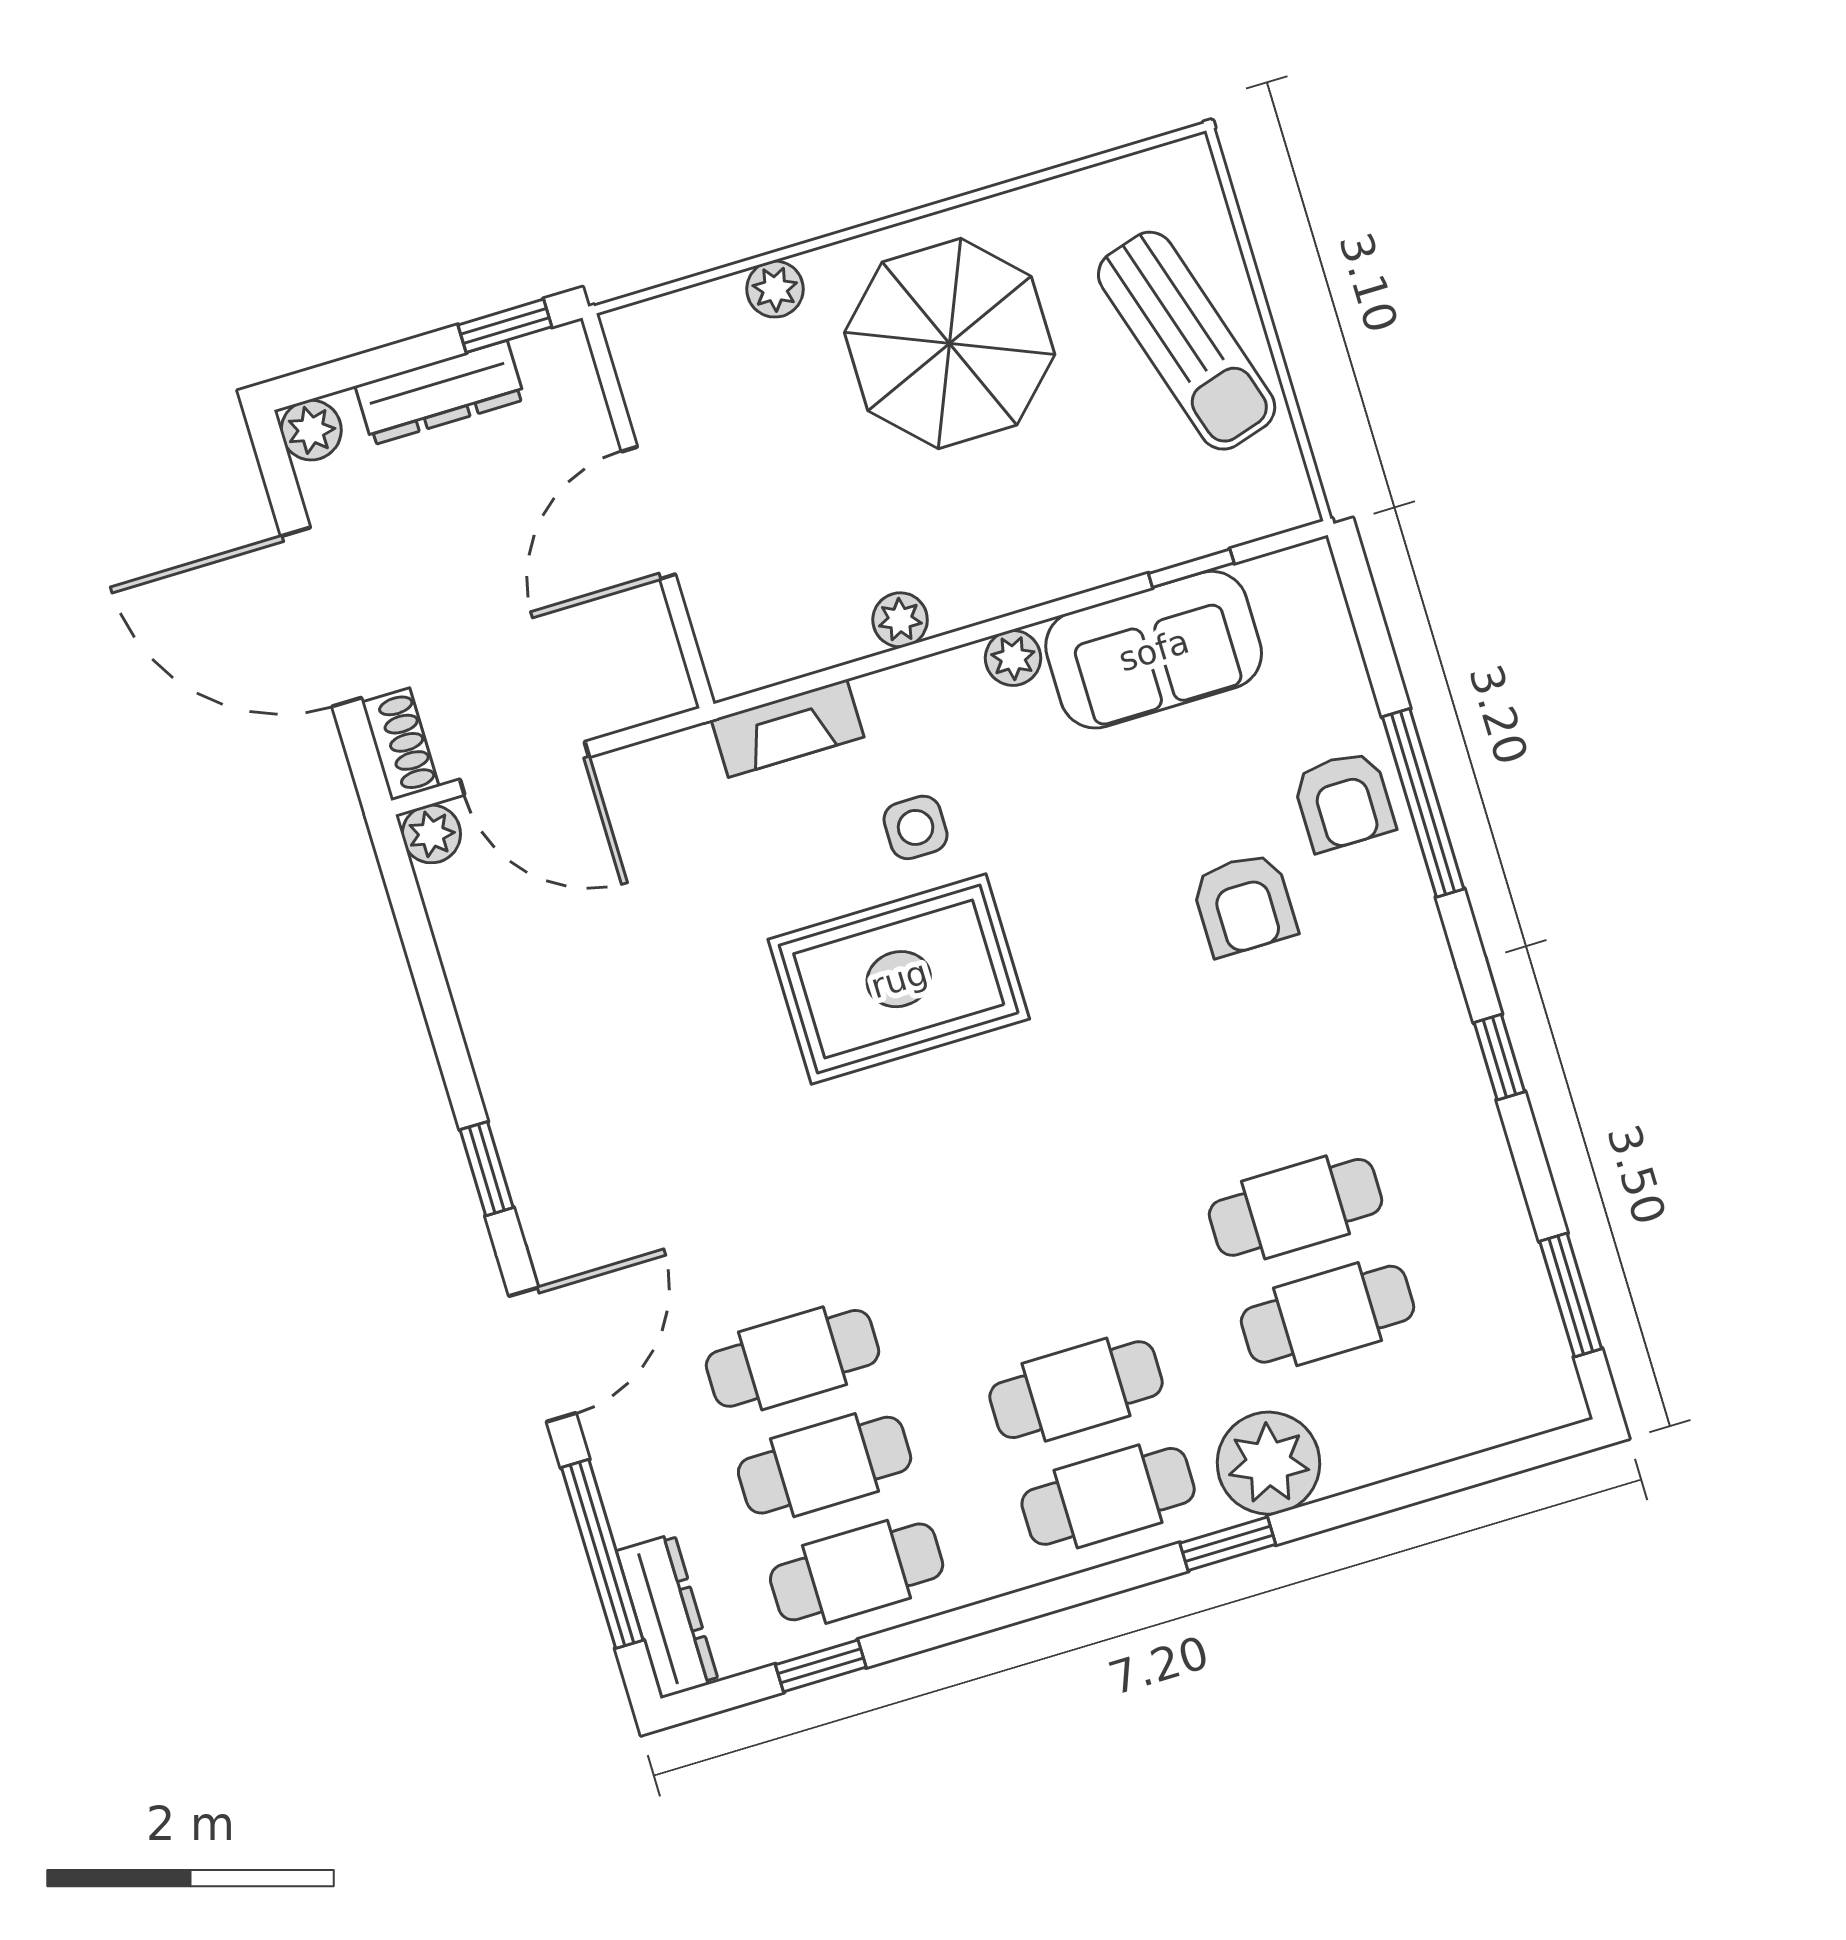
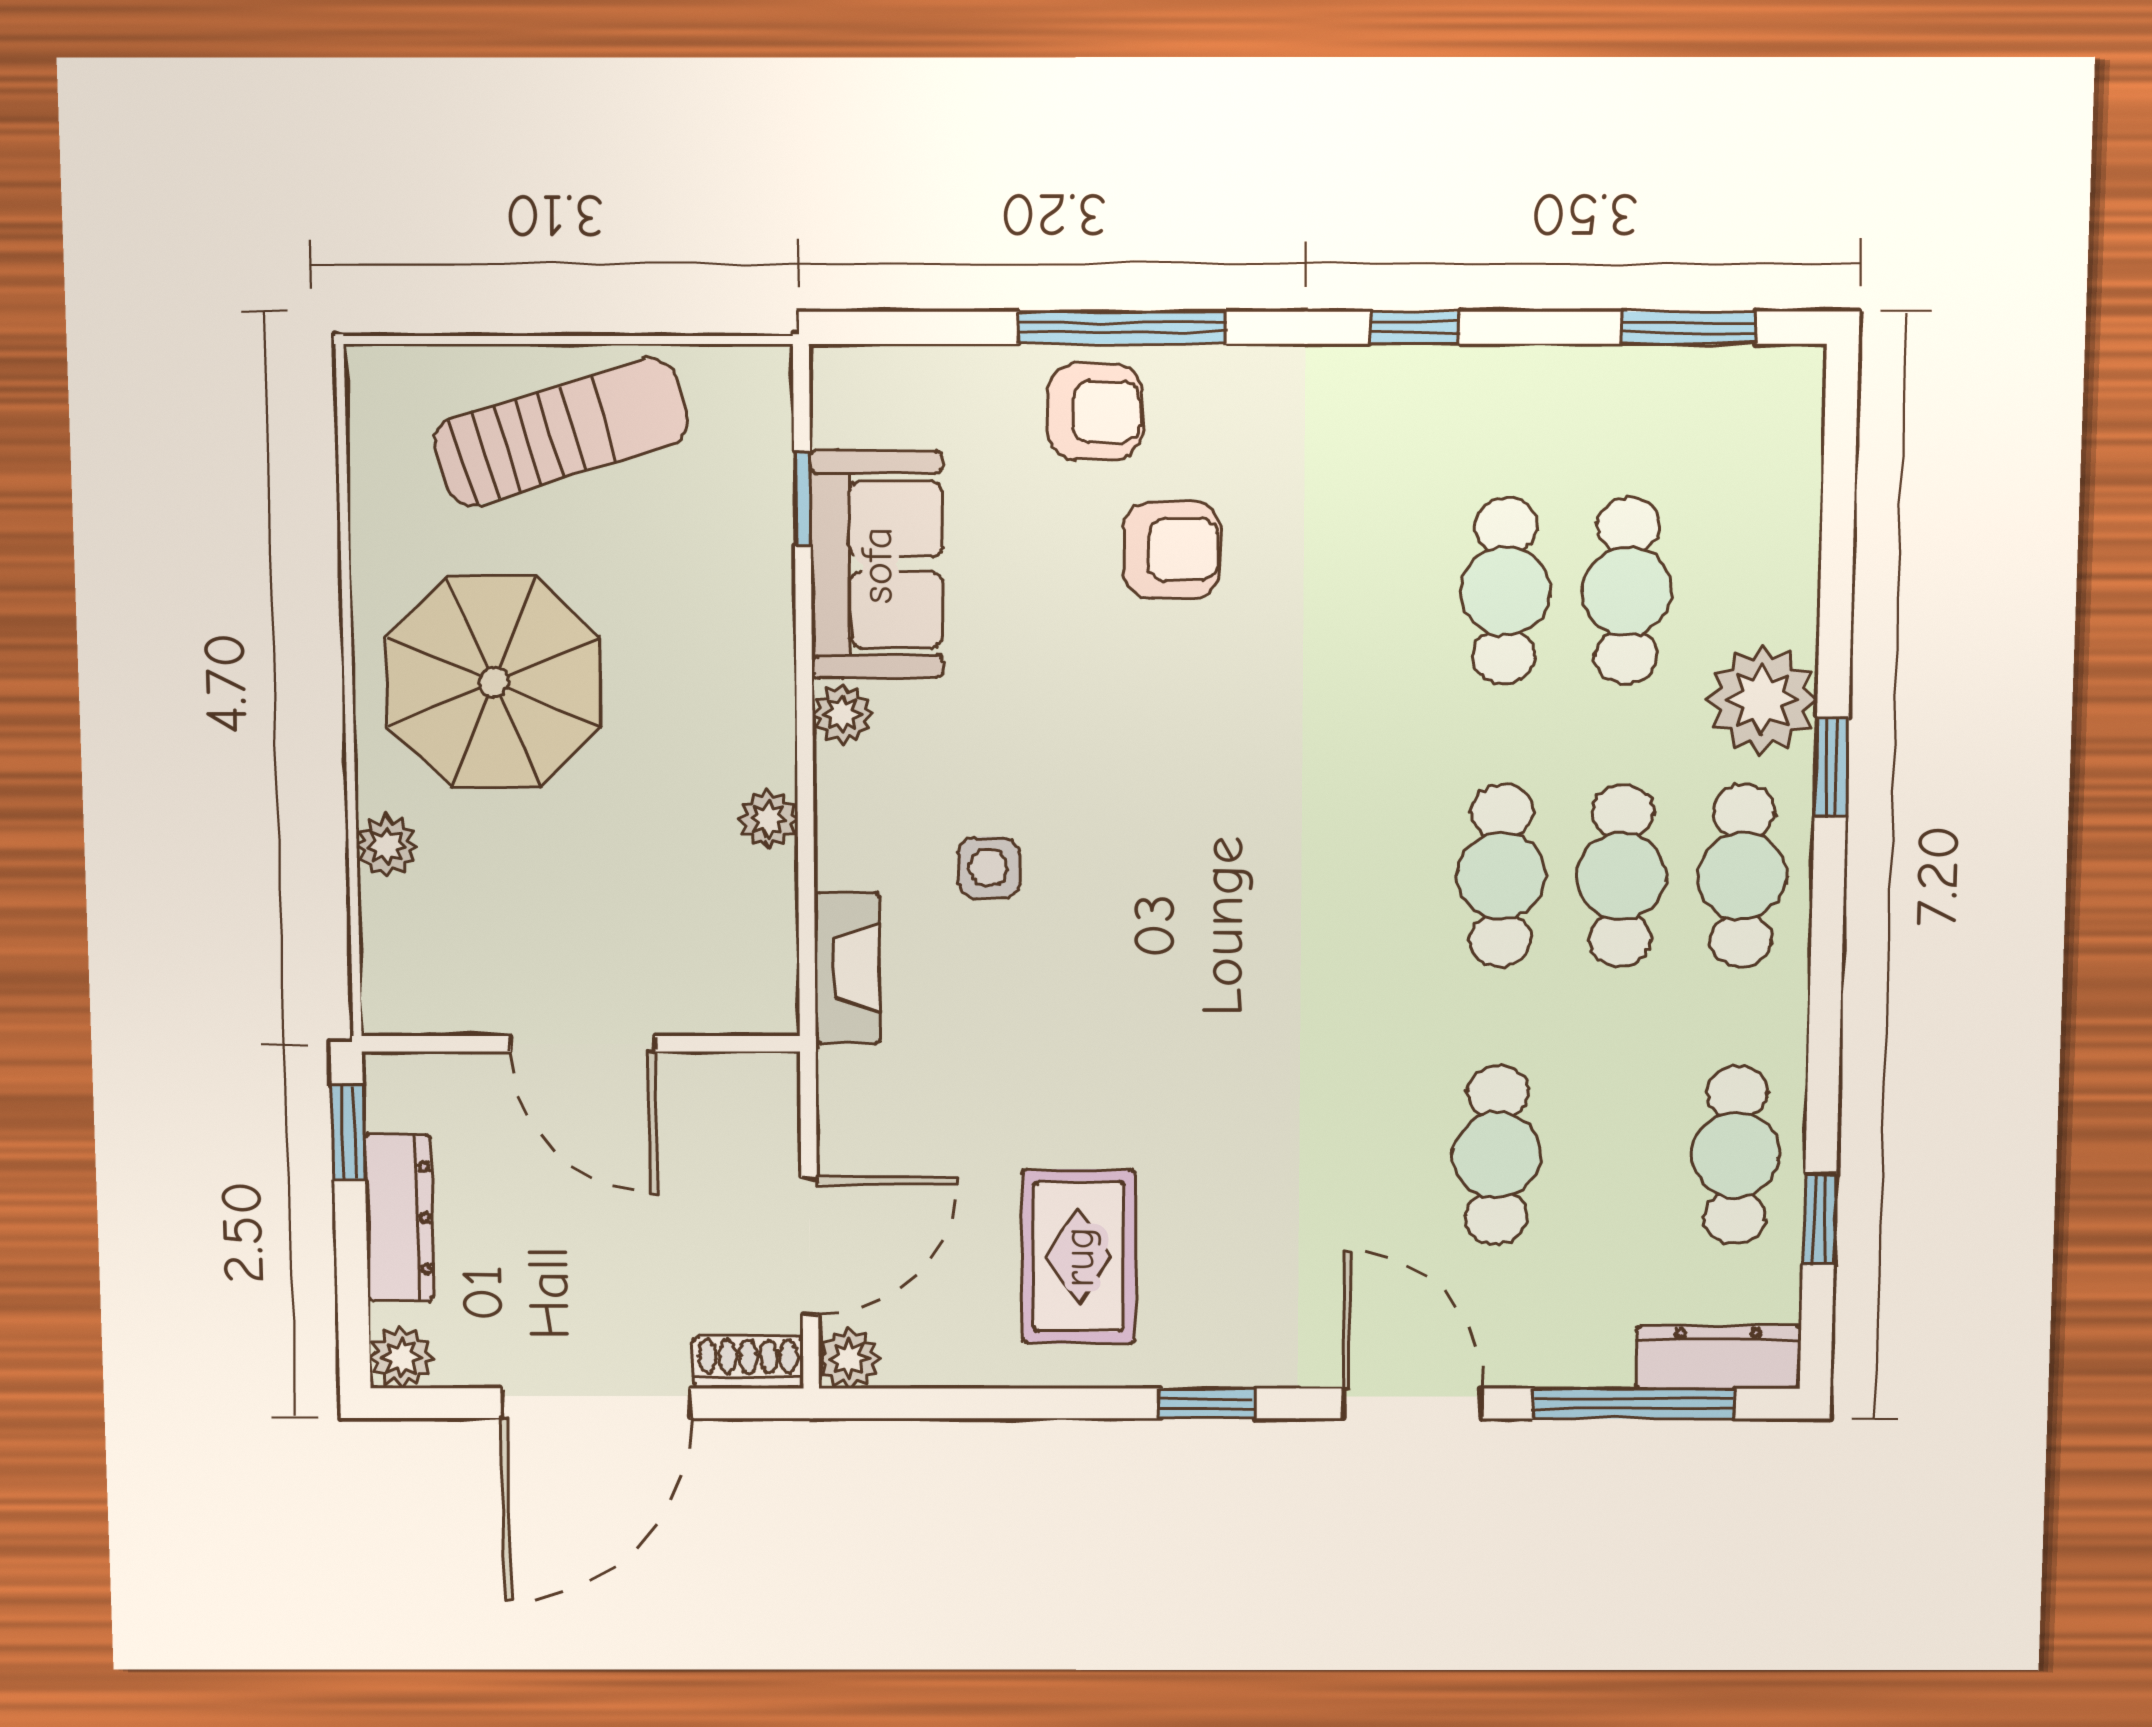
rug: (899, 979) -> (1079, 1257), moved, width x0.73, depth x0.70
cafe table: (825, 1465) -> (1501, 876), moved

